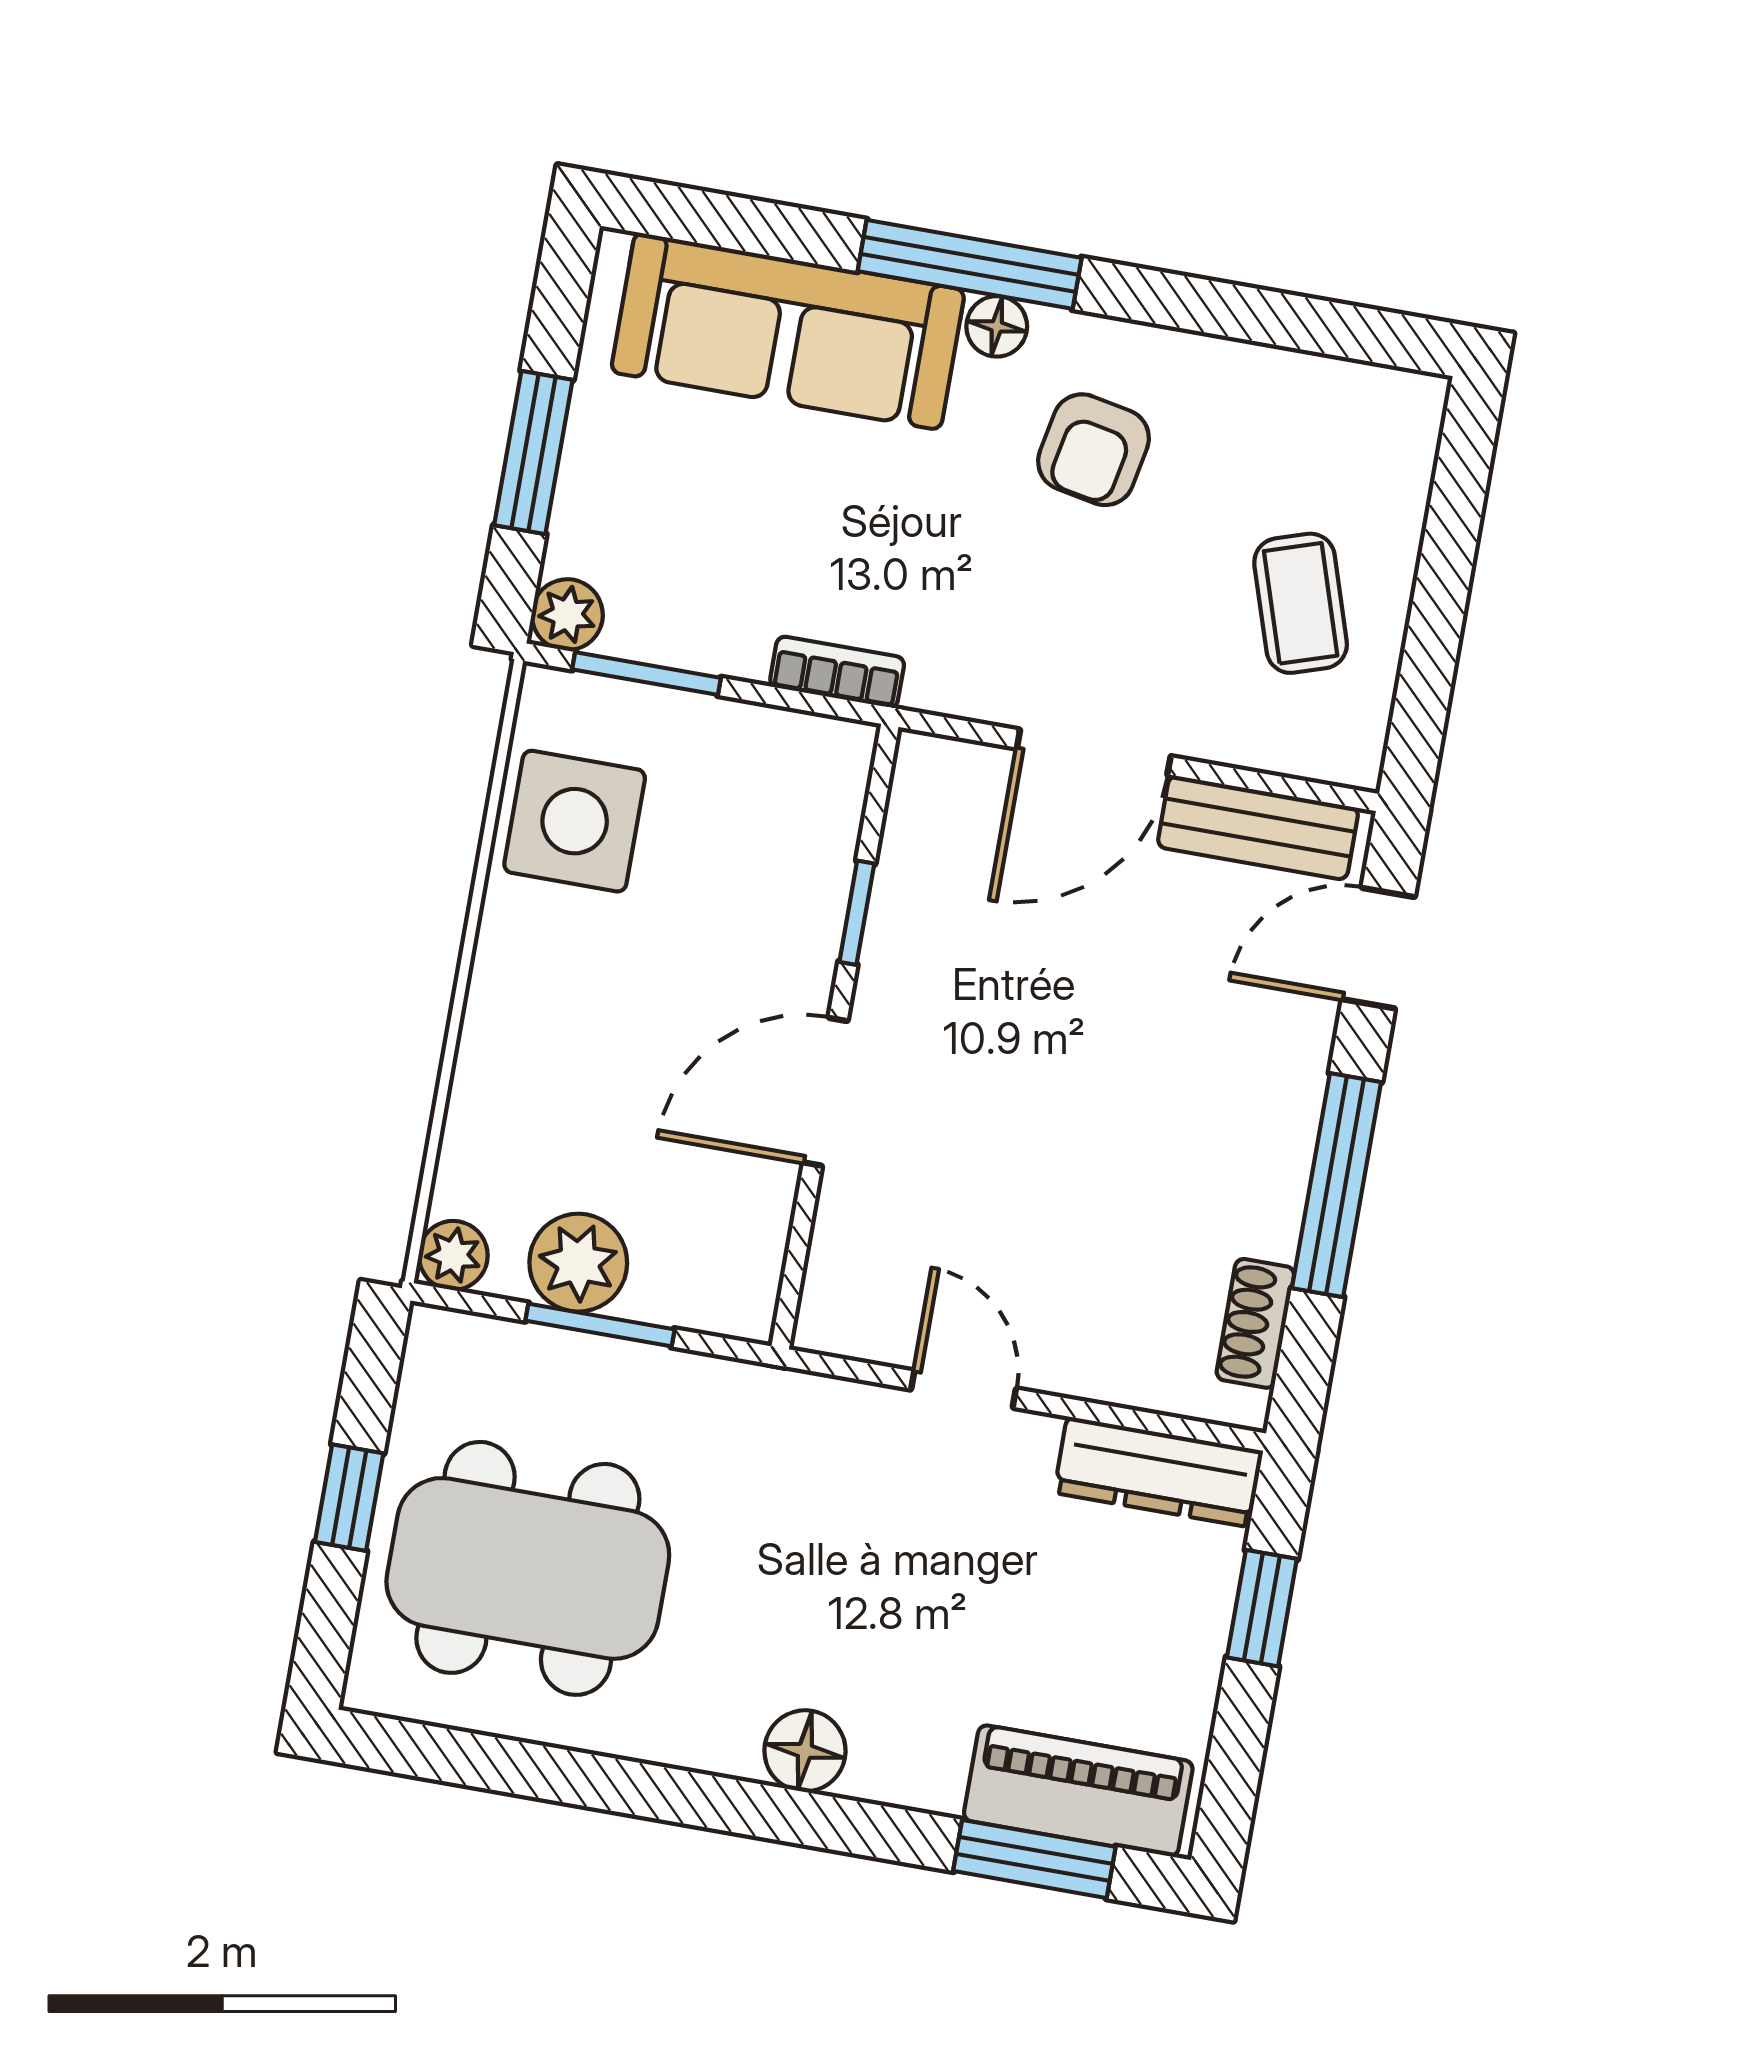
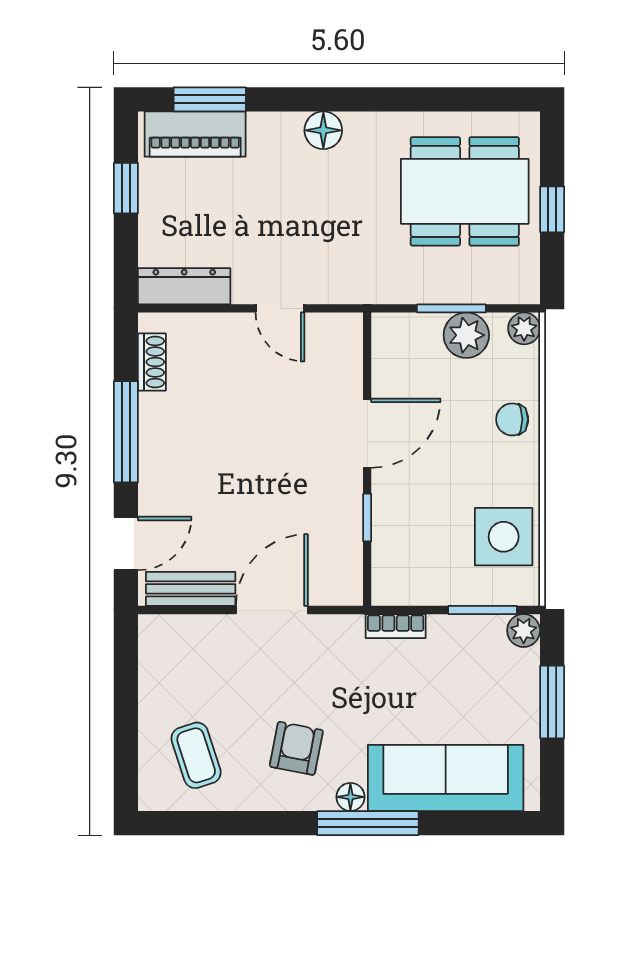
coffee table: (1301, 603) -> (196, 755), moved
chair: (512, 1067) -> (512, 419), added
window: (1262, 1608) -> (126, 188), moved

